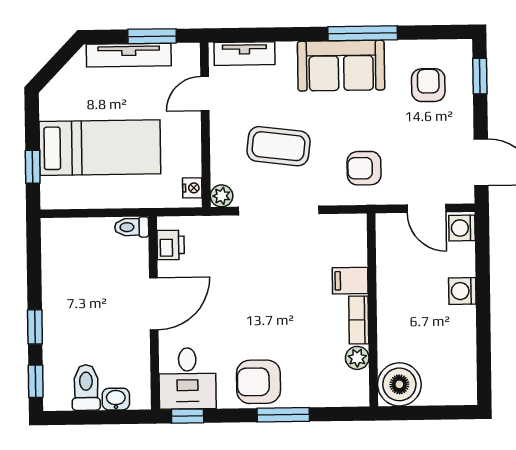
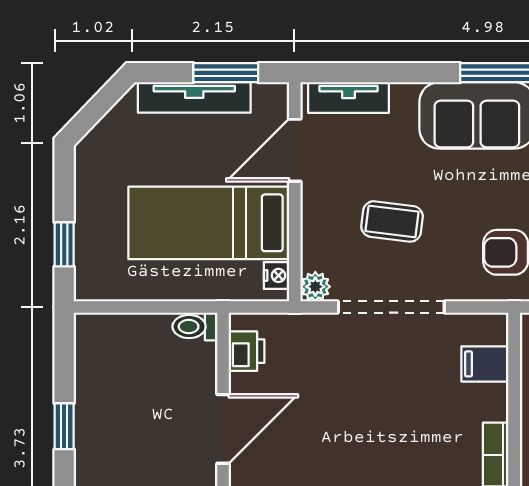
door: (205, 94) -> (295, 150), width x1.37
coffee table: (279, 146) -> (392, 221), width x0.73, depth x0.77
bed: (100, 148) -> (209, 223), moved, turned 180
filing cabinet: (350, 281) -> (485, 364), moved
window: (35, 327) -> (64, 426), moved

